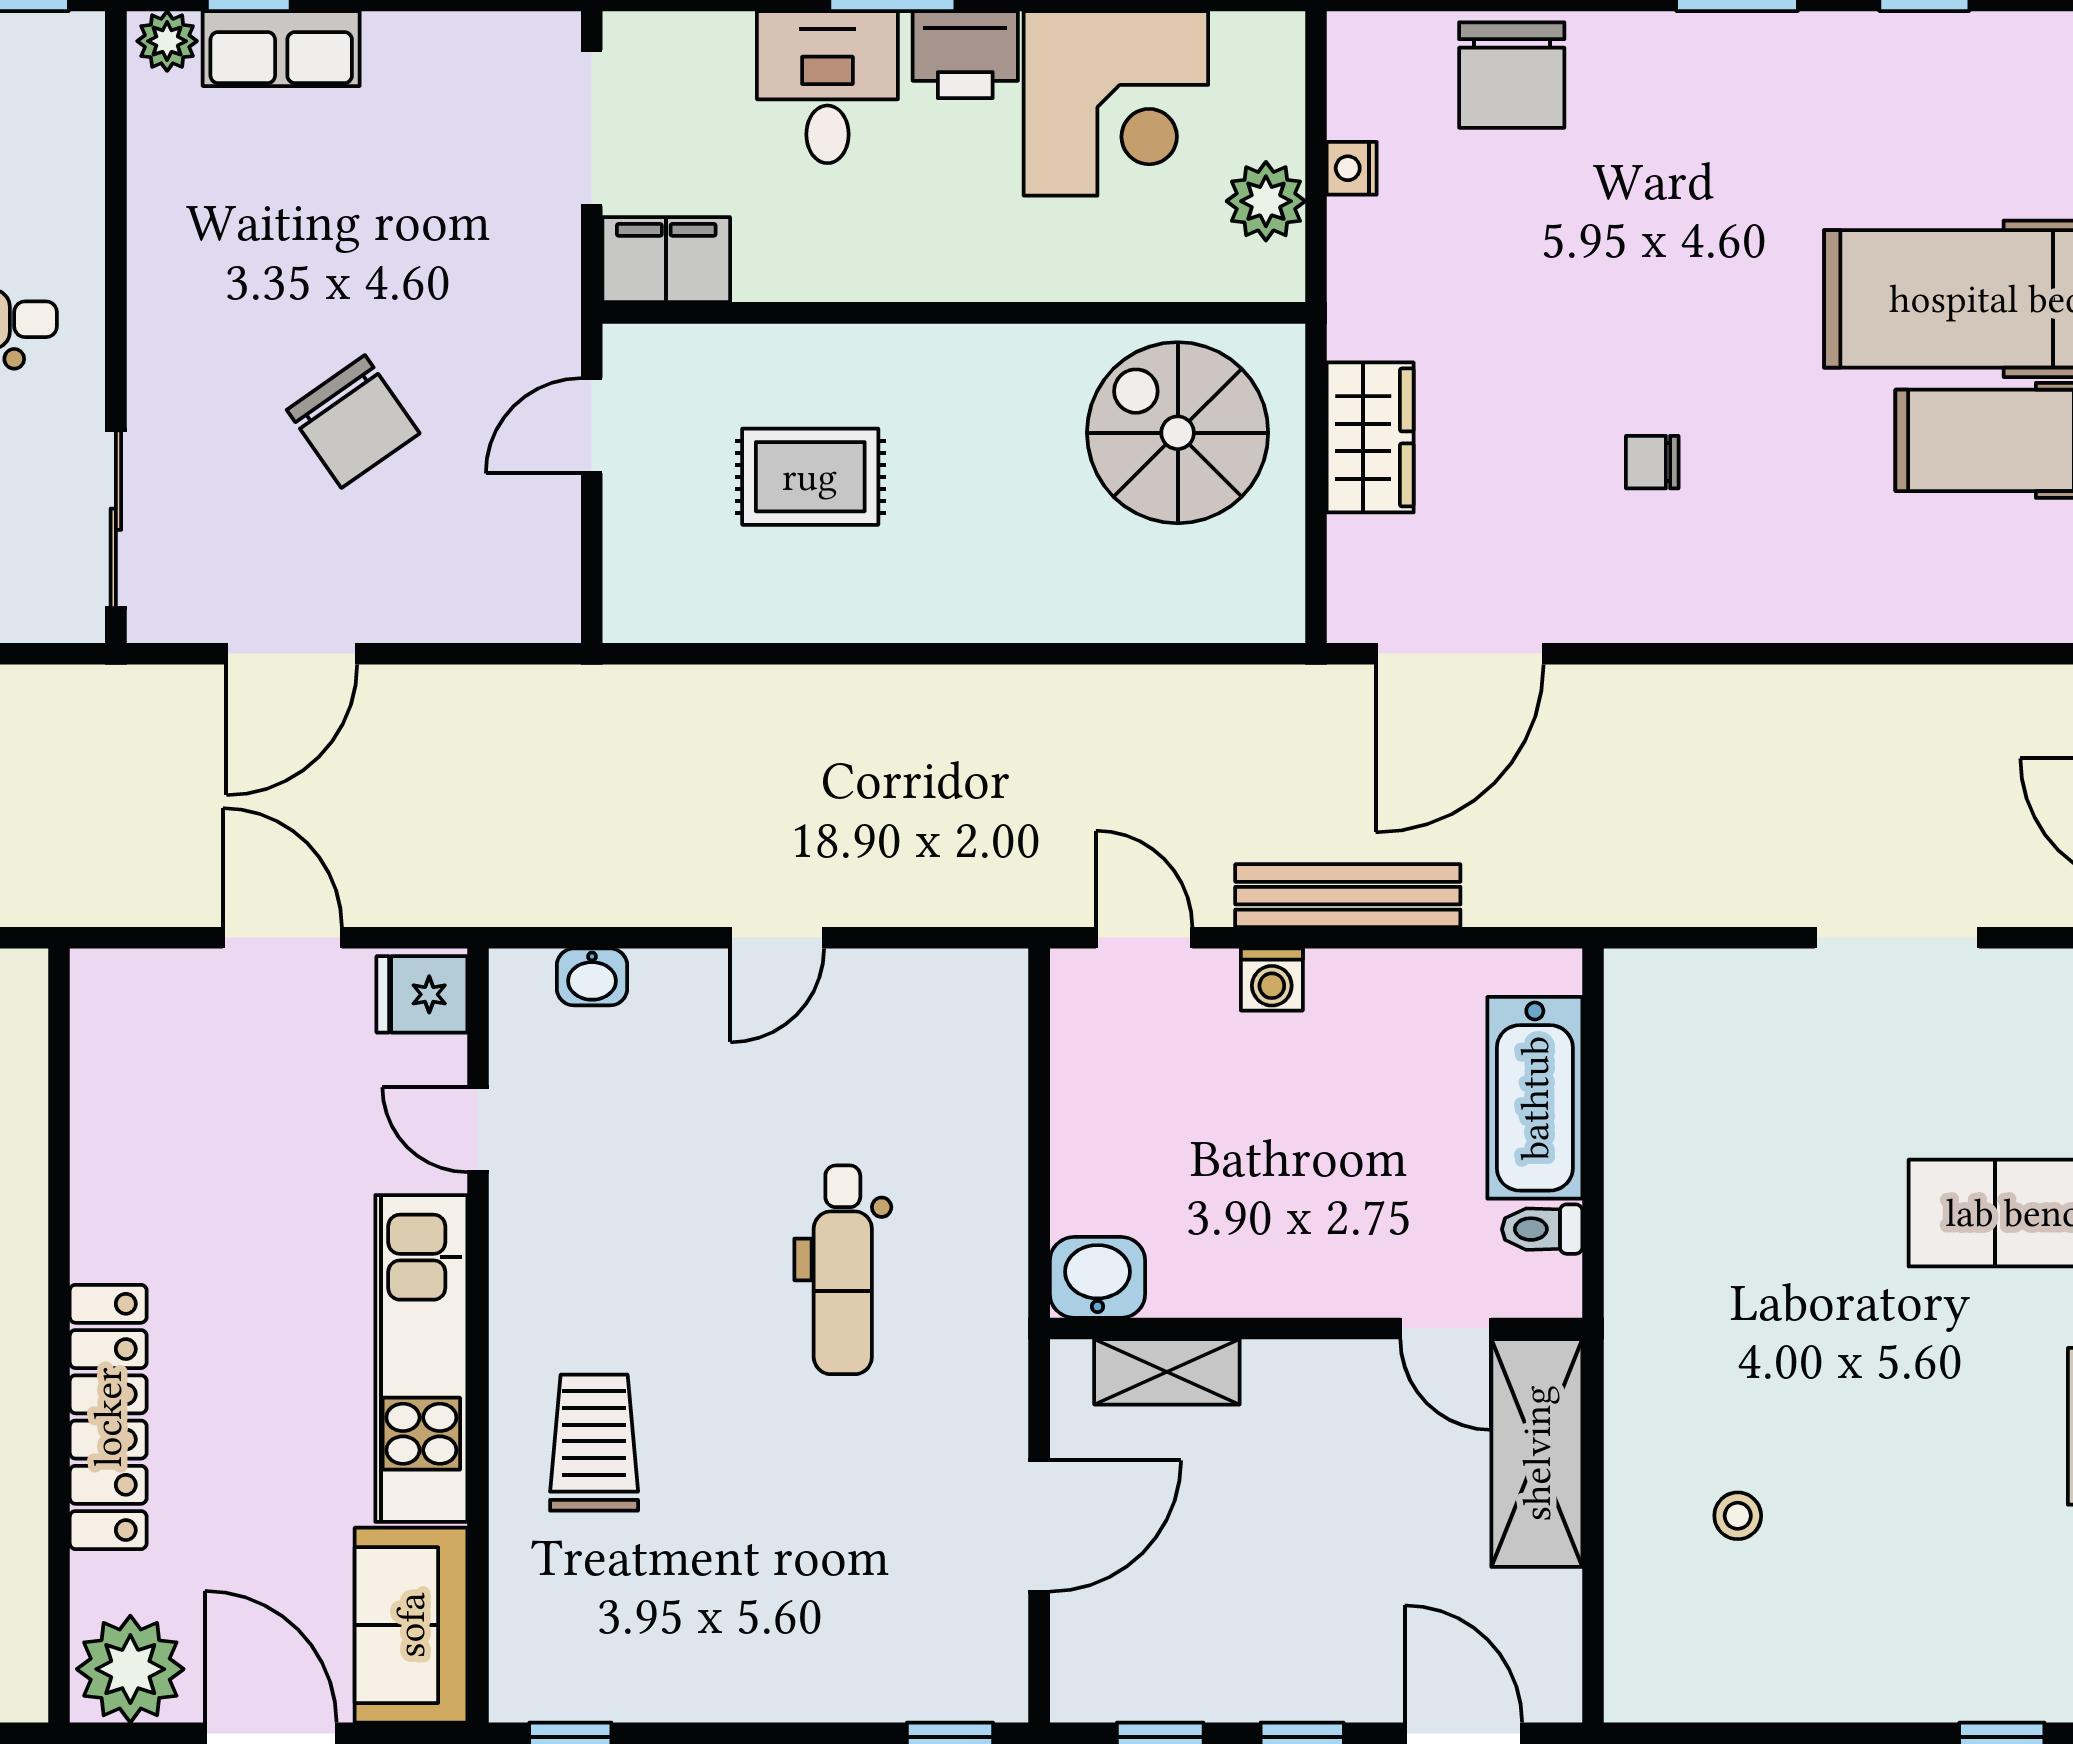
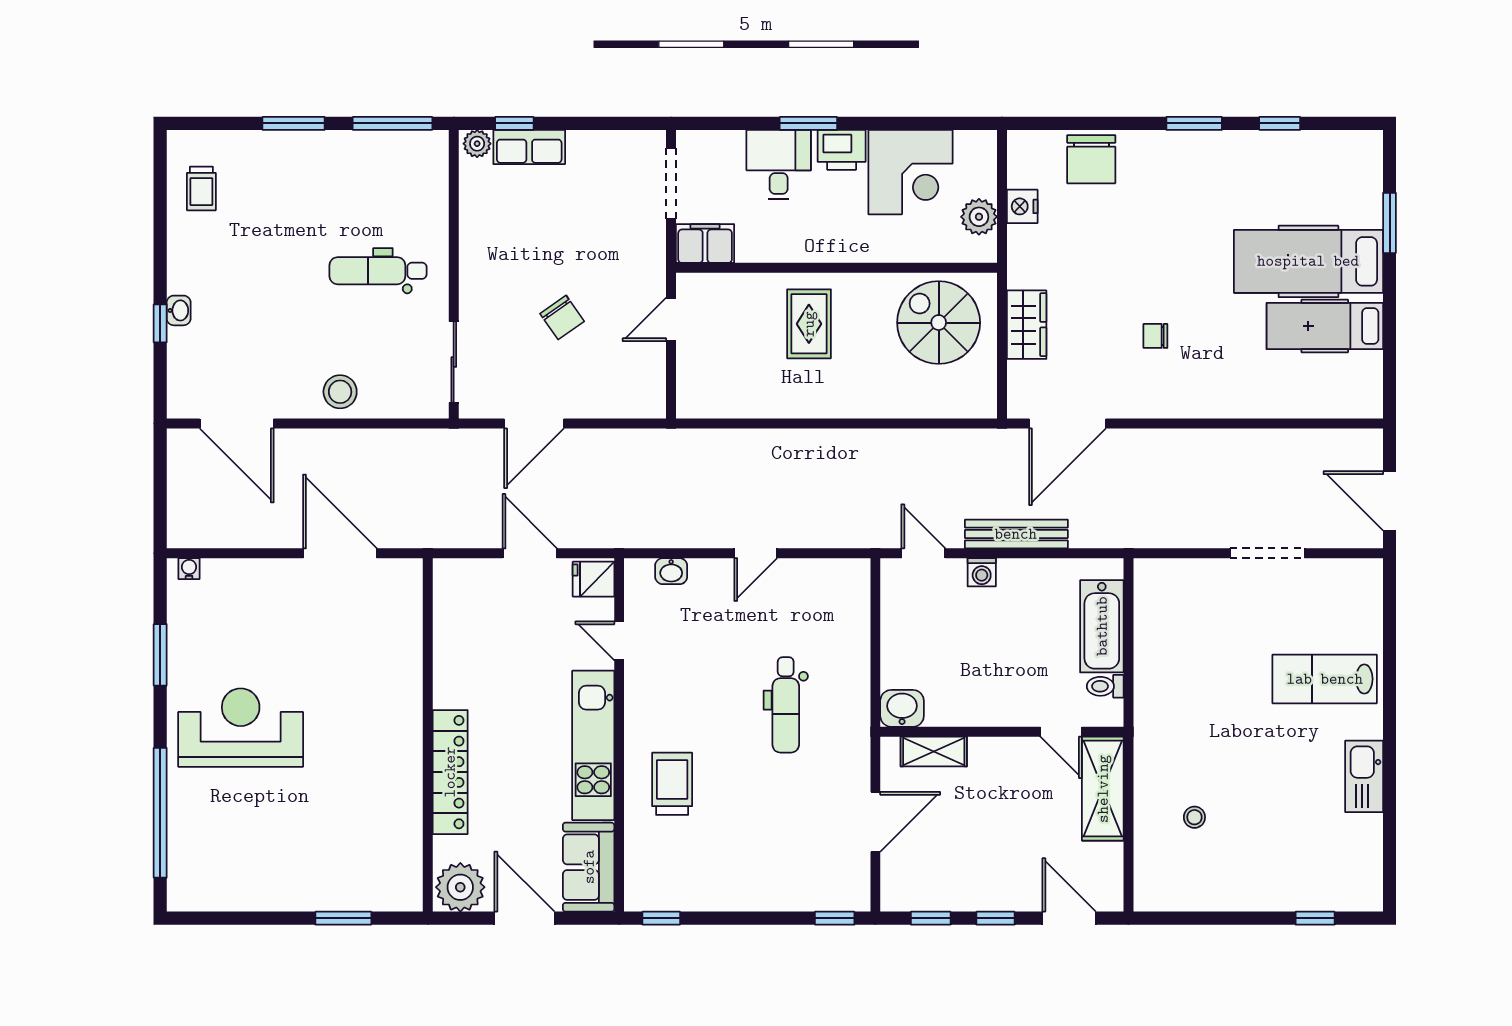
nightstand: (1352, 168) -> (1022, 206), width x1.39, depth x1.35
chair: (353, 422) -> (562, 317), width x0.73, depth x0.73
rug: (810, 477) -> (809, 324), moved, turned 90

